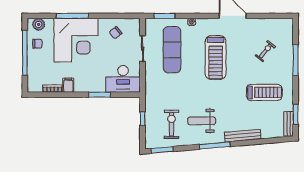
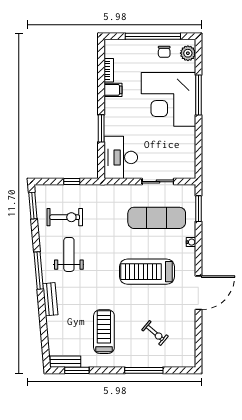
chair: (116, 33) -> (178, 148), removed
treadmill: (264, 92) -> (104, 332), turned 180
bench: (243, 136) -> (50, 299), width x0.73

